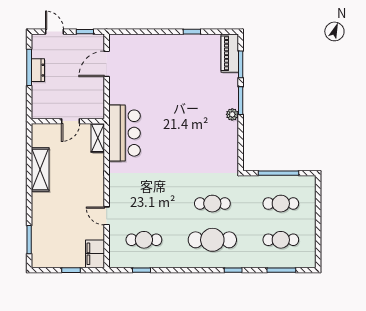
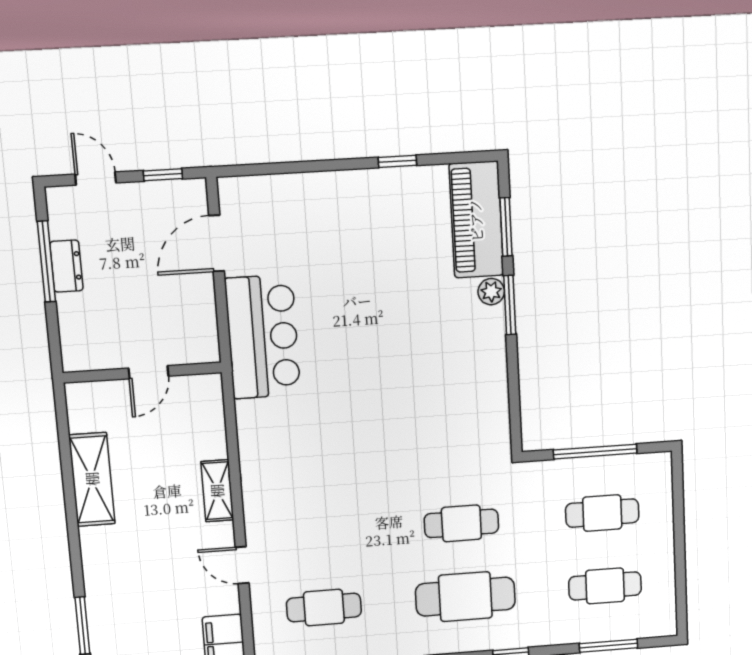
piano: (230, 53) -> (476, 220), width x1.37, depth x1.33
plant: (232, 114) -> (491, 292), moved
bar counter: (124, 133) -> (263, 337), moved
shelving: (98, 138) -> (217, 491), moved

